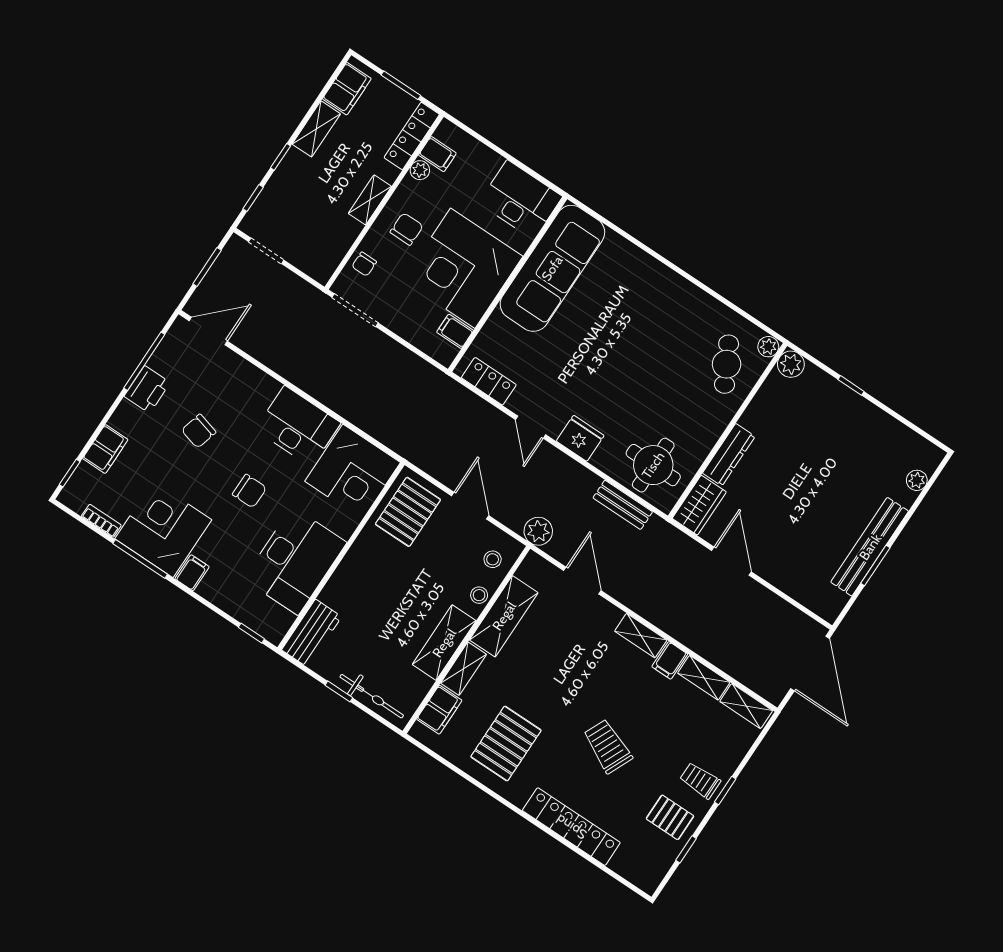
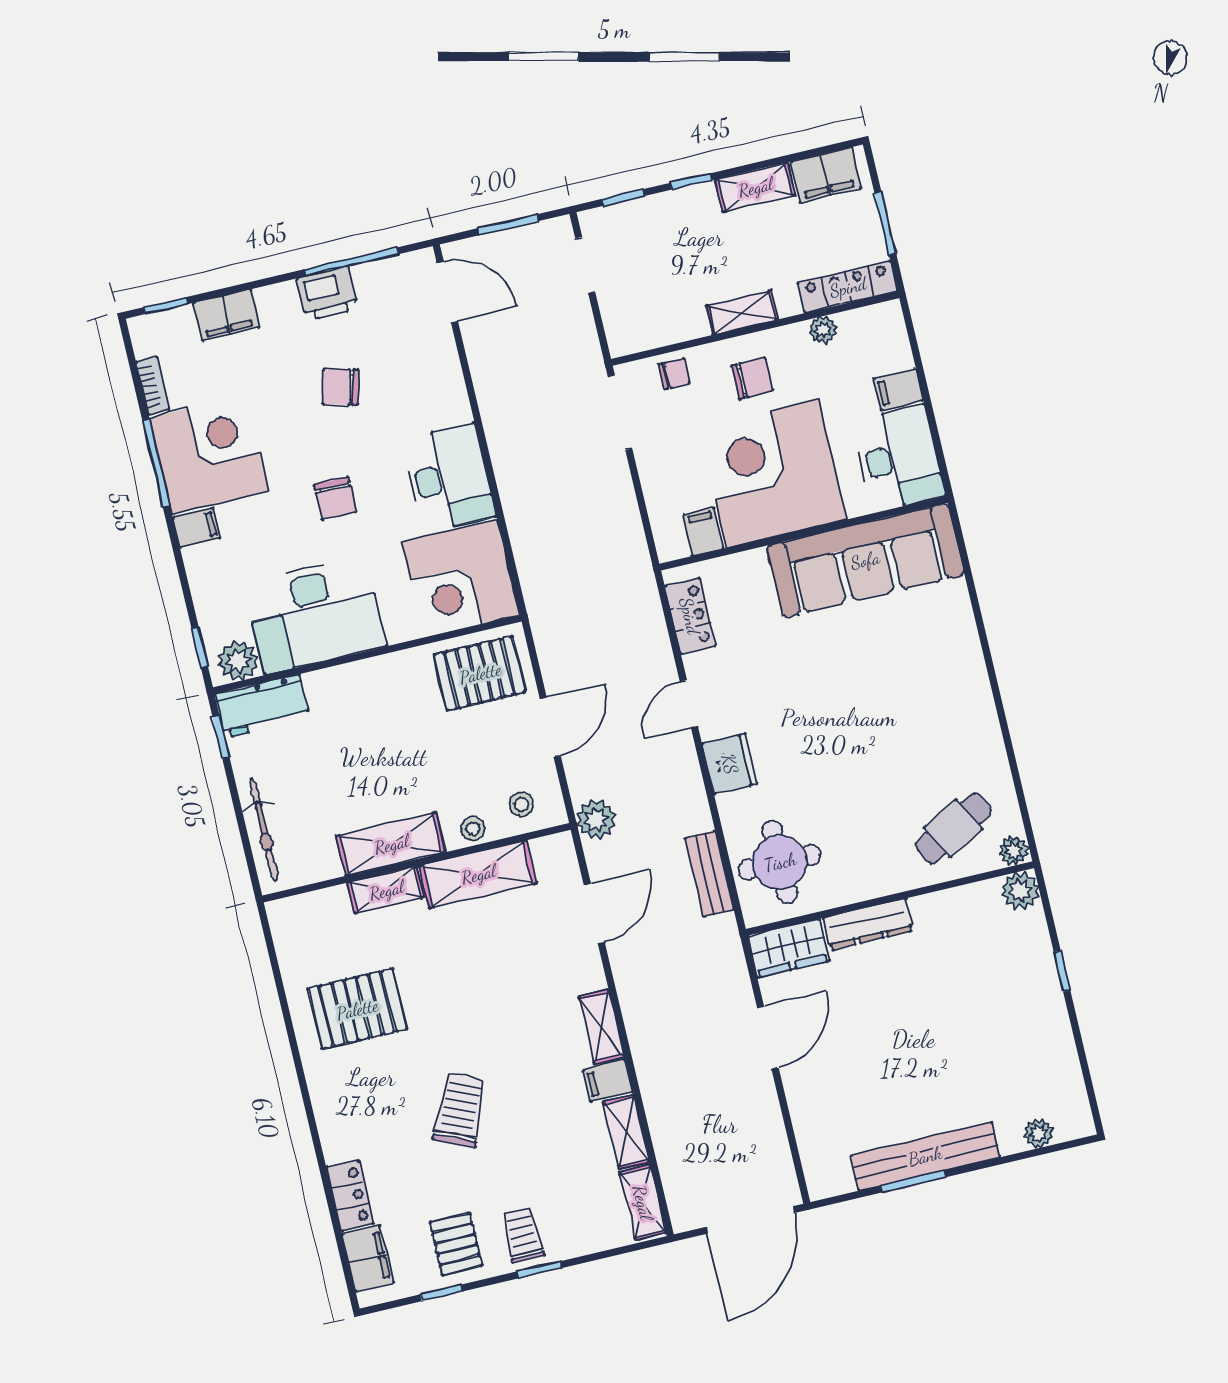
filing cabinet: (437, 154) -> (899, 390), moved, turned 90
chair: (364, 264) -> (674, 374), turned 180
plant: (277, 622) -> (238, 661), added
window: (339, 691) -> (221, 737), moved
filing cabinet: (439, 710) -> (368, 1258), moved, turned -90
locker: (571, 827) -> (350, 1196), width x0.46, depth x0.83

